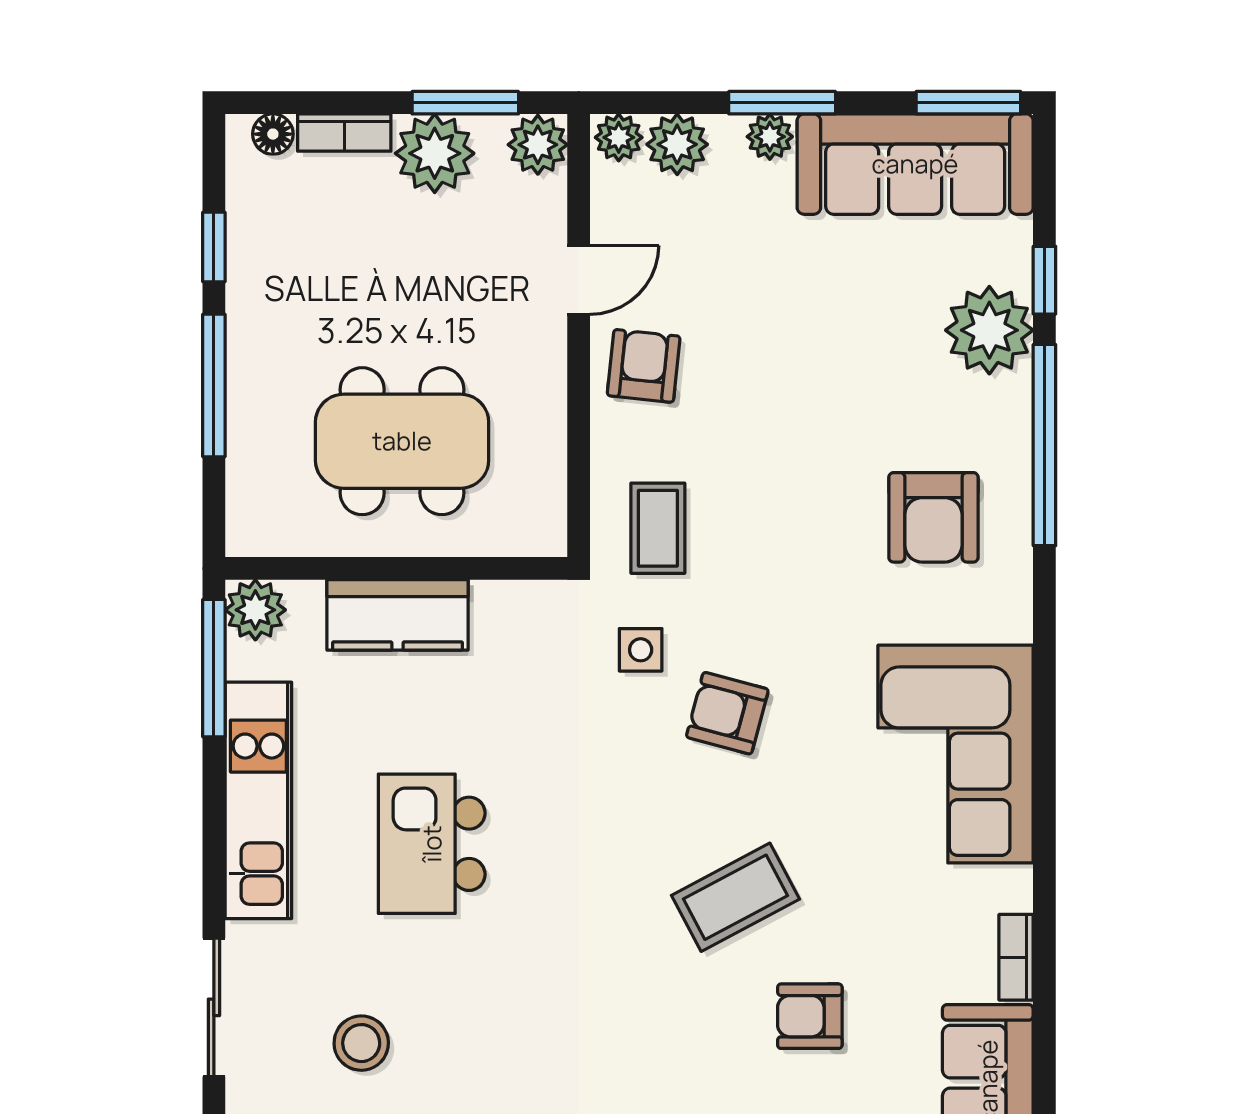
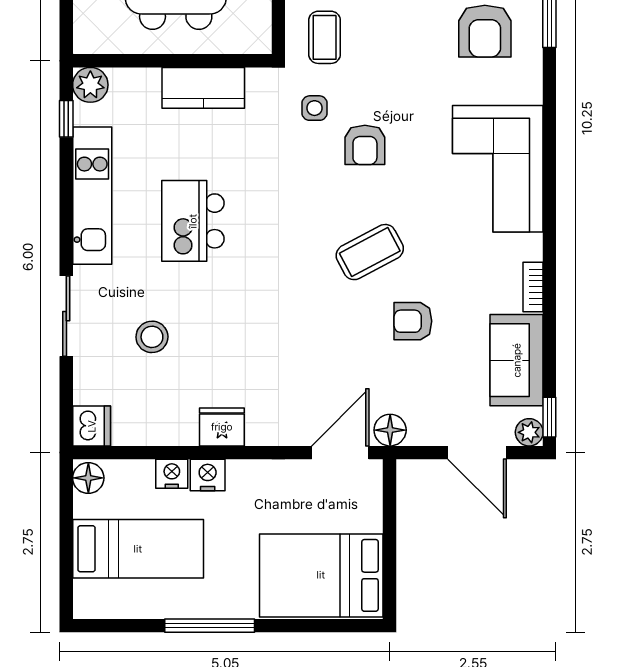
kitchen counter: (397, 615) -> (203, 88), moved
window: (214, 668) -> (66, 119), width x0.46
armchair: (727, 713) -> (365, 145), turned -105

